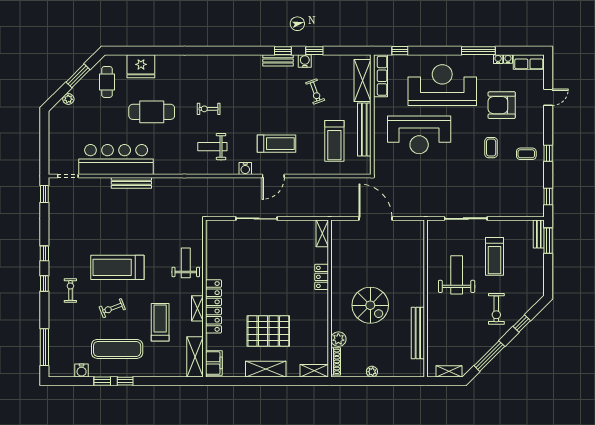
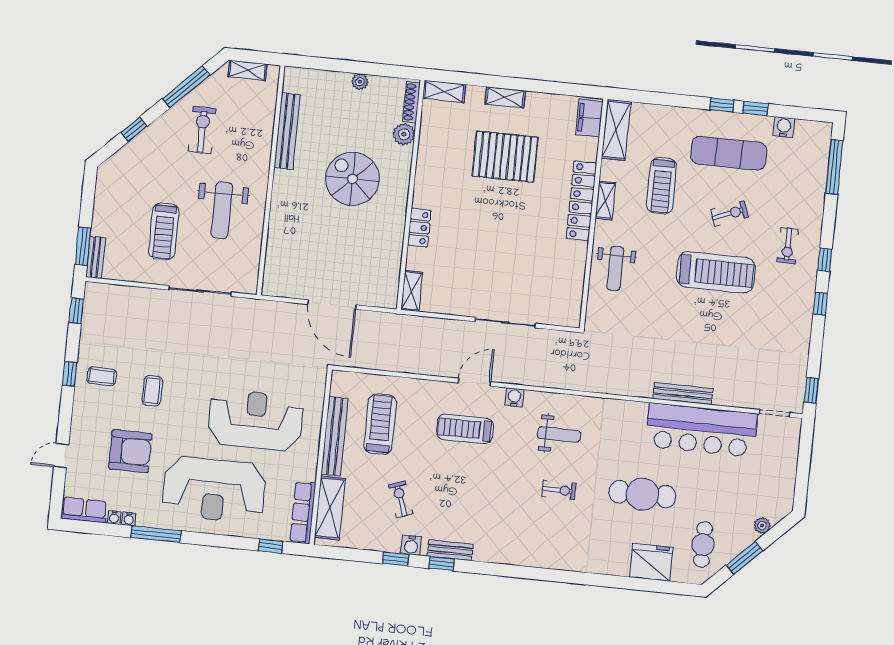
treadmill: (494, 256) -> (164, 231), turned 180
exercise bike: (496, 309) -> (202, 130), moved
shelving: (266, 369) -> (505, 97), width x0.67, depth x0.75

